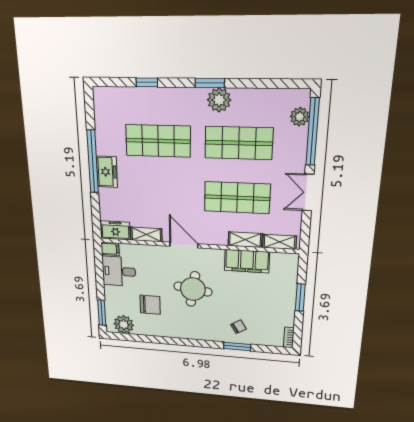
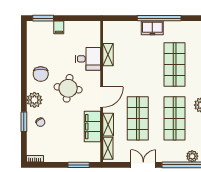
freezer: (115, 230) -> (110, 32), removed
door: (184, 245) -> (102, 97), moved
filing cabinet: (110, 249) -> (59, 27), moved
desk: (119, 271) -> (88, 59), moved, turned 90
window: (300, 297) -> (79, 165), moved
chair: (150, 305) -> (41, 74), moved
plant: (124, 325) -> (34, 100), moved

